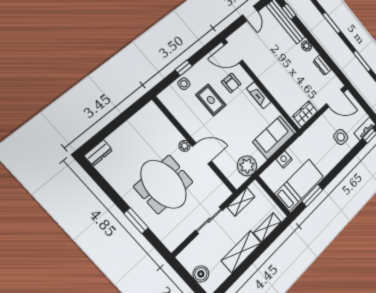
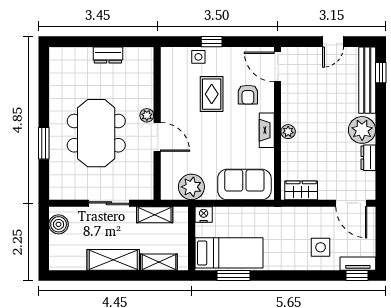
plant: (307, 46) -> (362, 130), width x1.88, depth x1.88
plant: (271, 86) -> (288, 132), added
dresser: (98, 153) -> (108, 55), moved
nightstand: (284, 159) -> (204, 215), moved
boiler: (201, 274) -> (59, 224), moved

